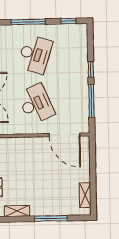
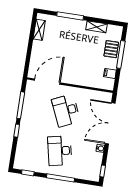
desk: (35, 54) -> (60, 151), turned -30
door: (64, 135) -> (47, 82), hinge flipped

